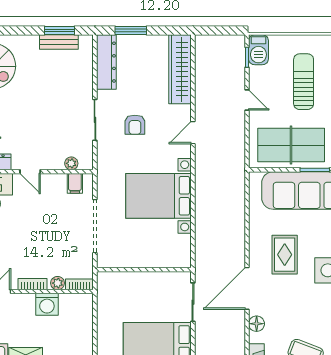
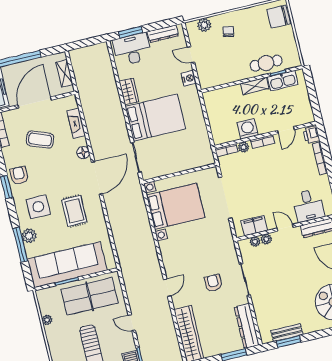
plant: (57, 163) -> (266, 239), added
filing cabinet: (75, 183) -> (254, 226), width x2.00
bed with nightstands: (159, 196) -> (176, 206), moved

